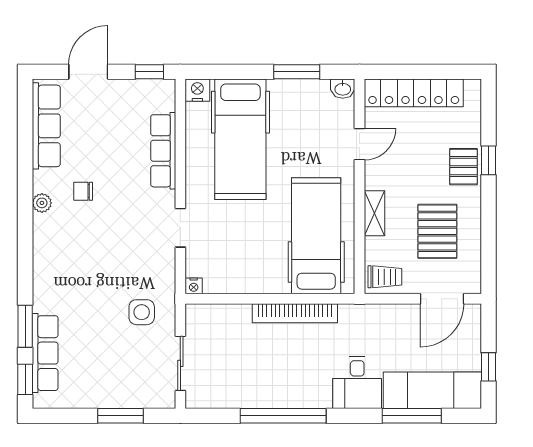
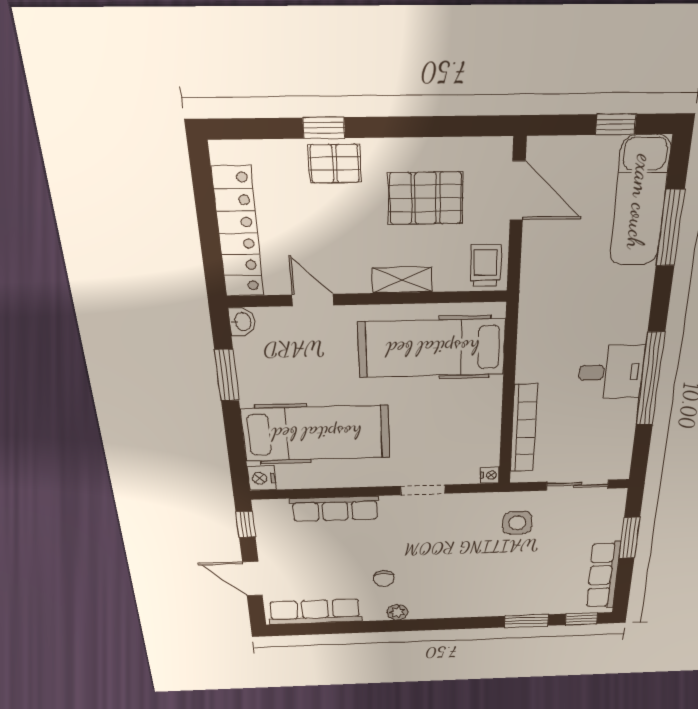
bookcase: (295, 313) -> (524, 428), moved
row of seats: (45, 353) -> (603, 575), moved, turned -90
desk: (357, 382) -> (611, 372), moved

